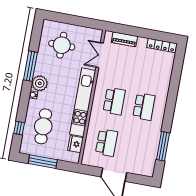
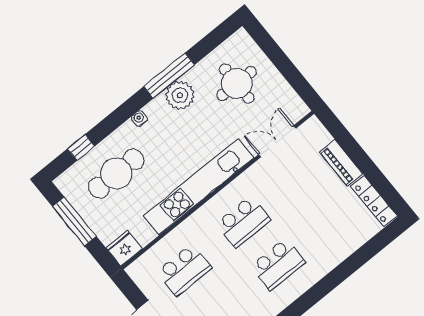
piano: (124, 39) -> (341, 163), moved
plant: (40, 83) -> (180, 95), moved
fridge: (75, 144) -> (124, 248), moved

